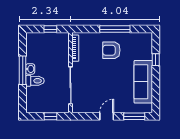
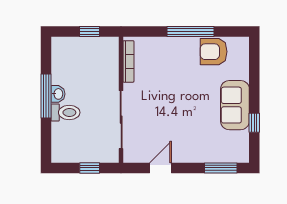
armchair: (111, 50) -> (214, 52), moved
window: (156, 60) -> (254, 123), moved
sofa: (143, 82) -> (235, 105), width x0.73
door: (107, 116) -> (161, 168), moved

